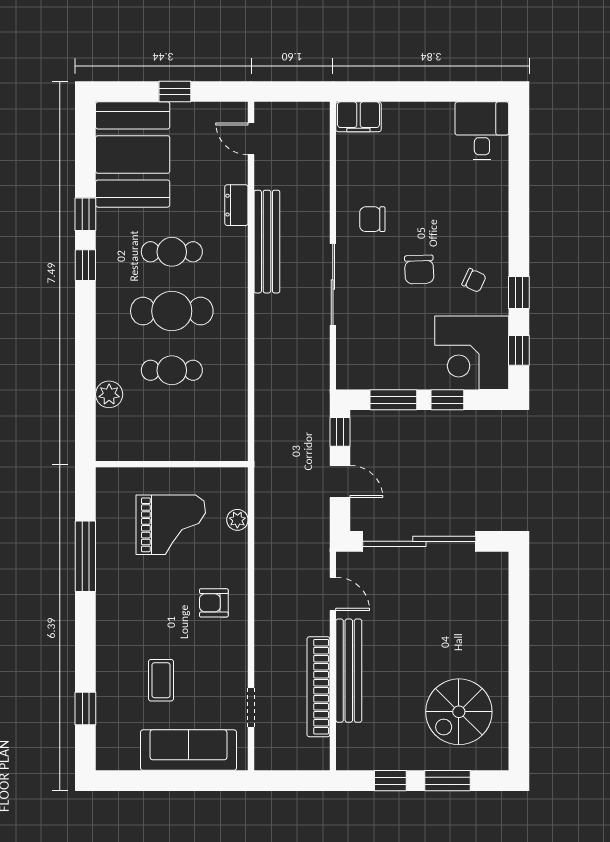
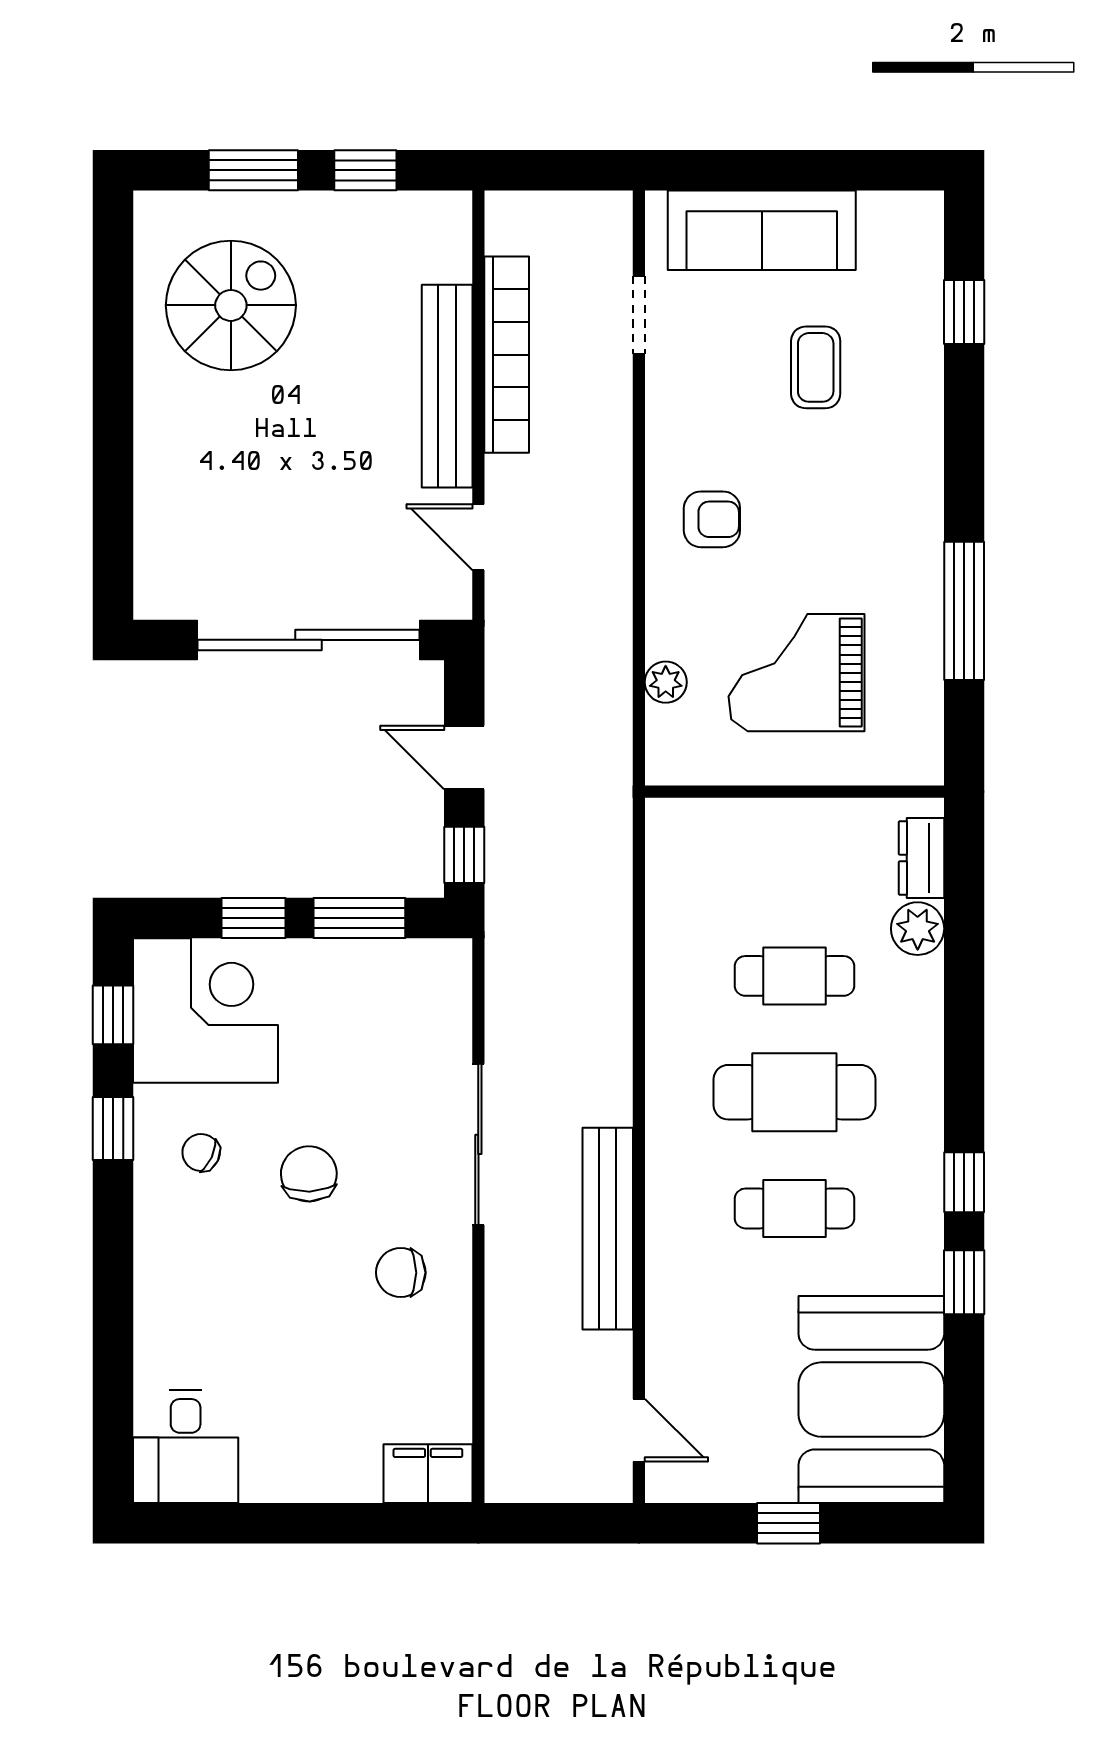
dresser: (236, 205) -> (921, 858), moved, turned 180
chair: (372, 219) -> (401, 1273), turned 180

